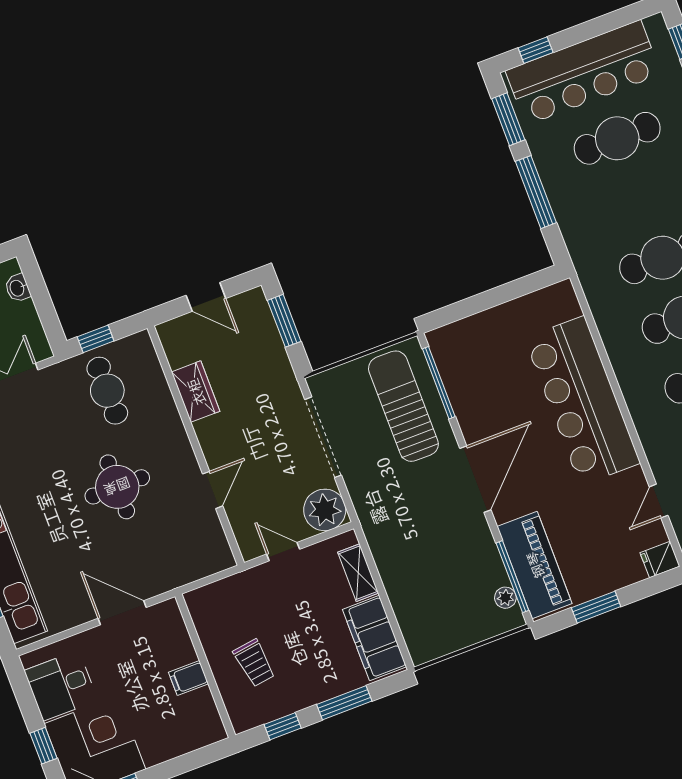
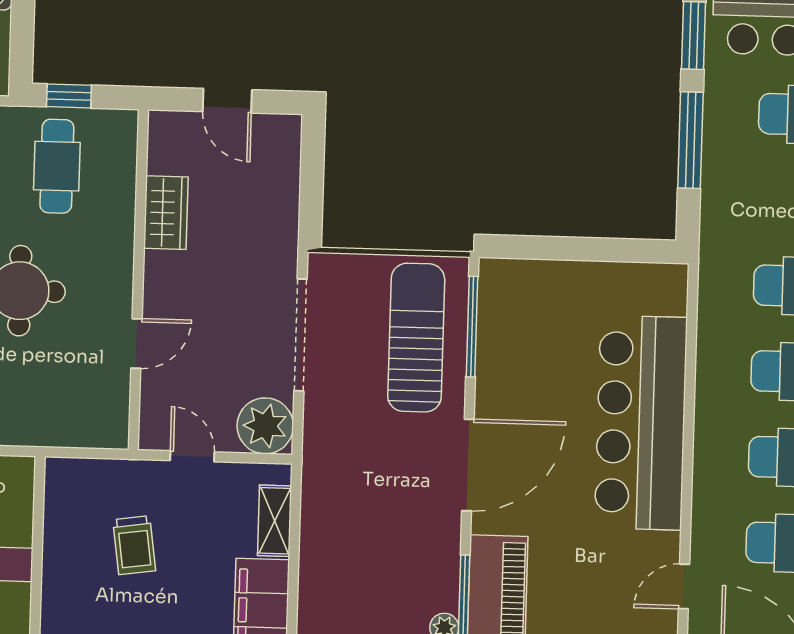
window: (284, 321) -> (312, 170), removed
trolley: (254, 663) -> (134, 545), moved

